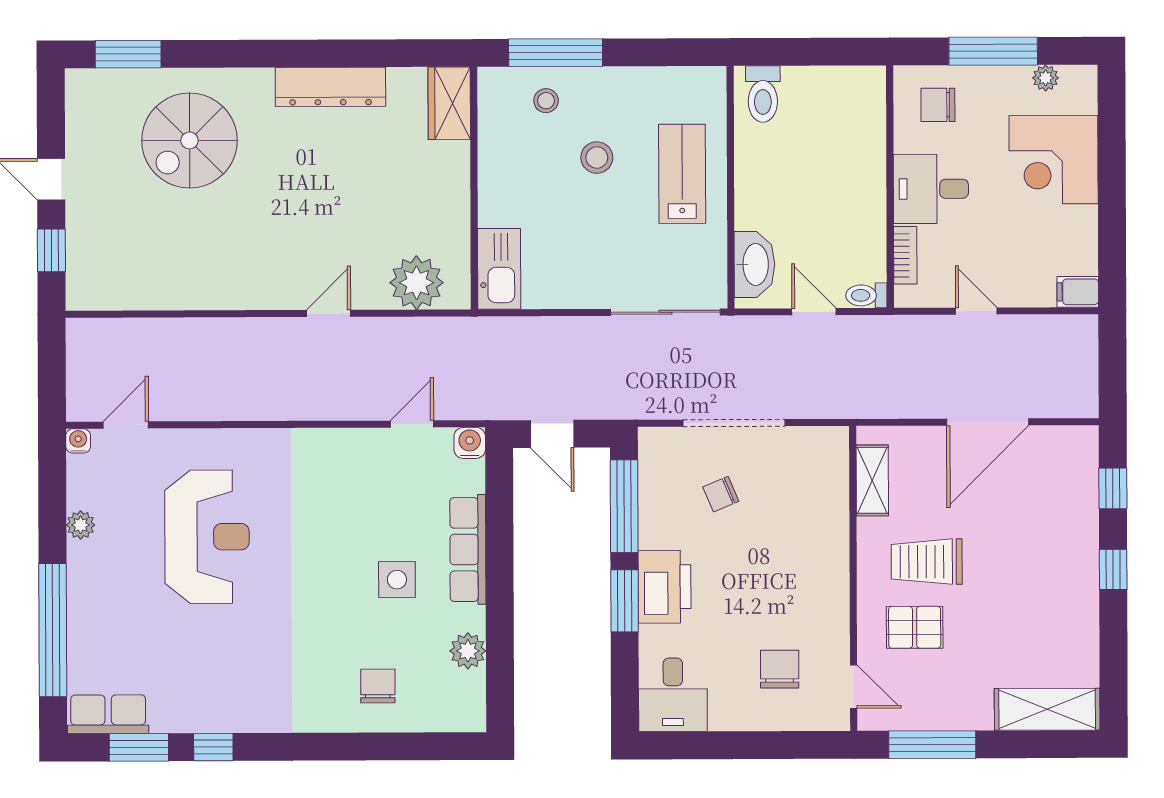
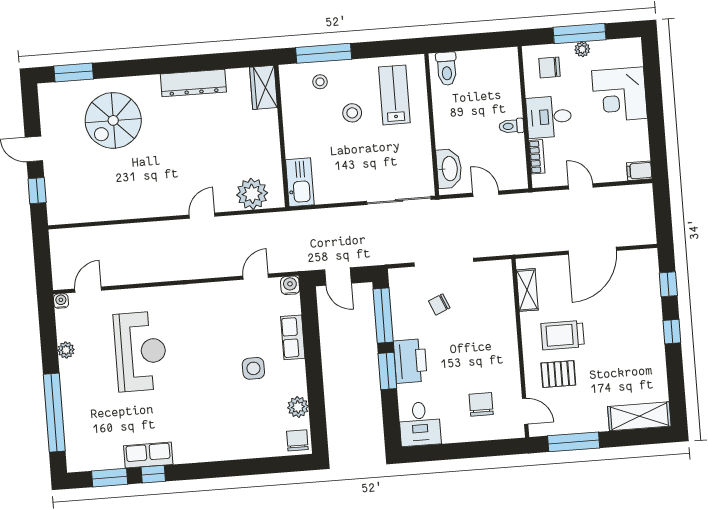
plant: (1046, 78) -> (582, 49), moved
lab bench: (682, 174) -> (394, 95), moved
toilet: (866, 295) -> (511, 126), moved
row of seats: (468, 550) -> (293, 337), width x0.68
chair: (378, 686) -> (297, 440), moved
row of seats: (108, 714) -> (148, 455), moved

